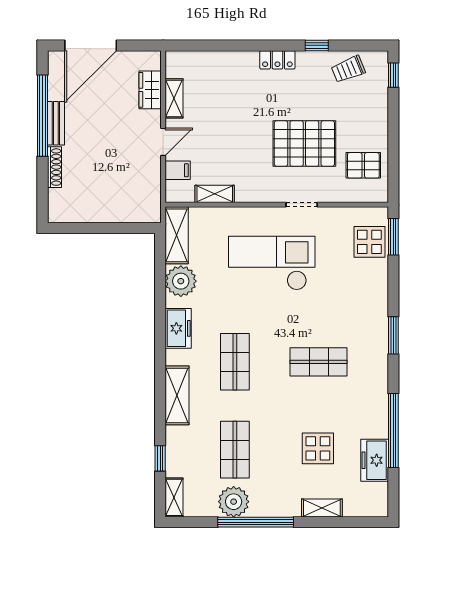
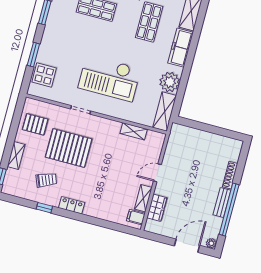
door: (91, 45) -> (187, 246), width x0.73
plant: (56, 59) -> (211, 243), added
trolley: (348, 69) -> (46, 180), moved
shelving: (379, 112) -> (16, 155), added
filing cabinet: (178, 170) -> (136, 217), moved
window: (393, 237) -> (33, 55), moved
freezer: (178, 328) -> (181, 48), width x1.40

